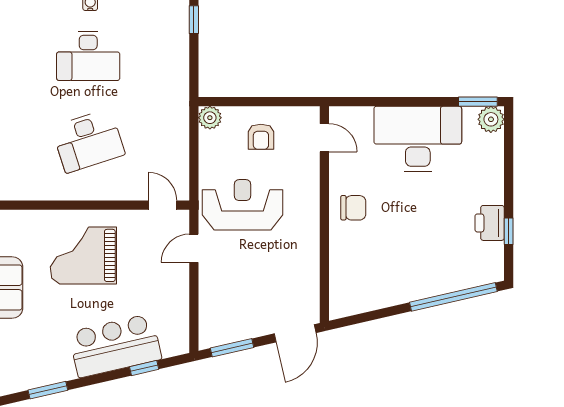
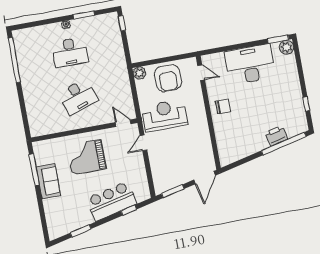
armchair: (261, 137) -> (168, 78), width x1.88, depth x1.88
printer: (490, 223) -> (276, 136), moved, turned 77

